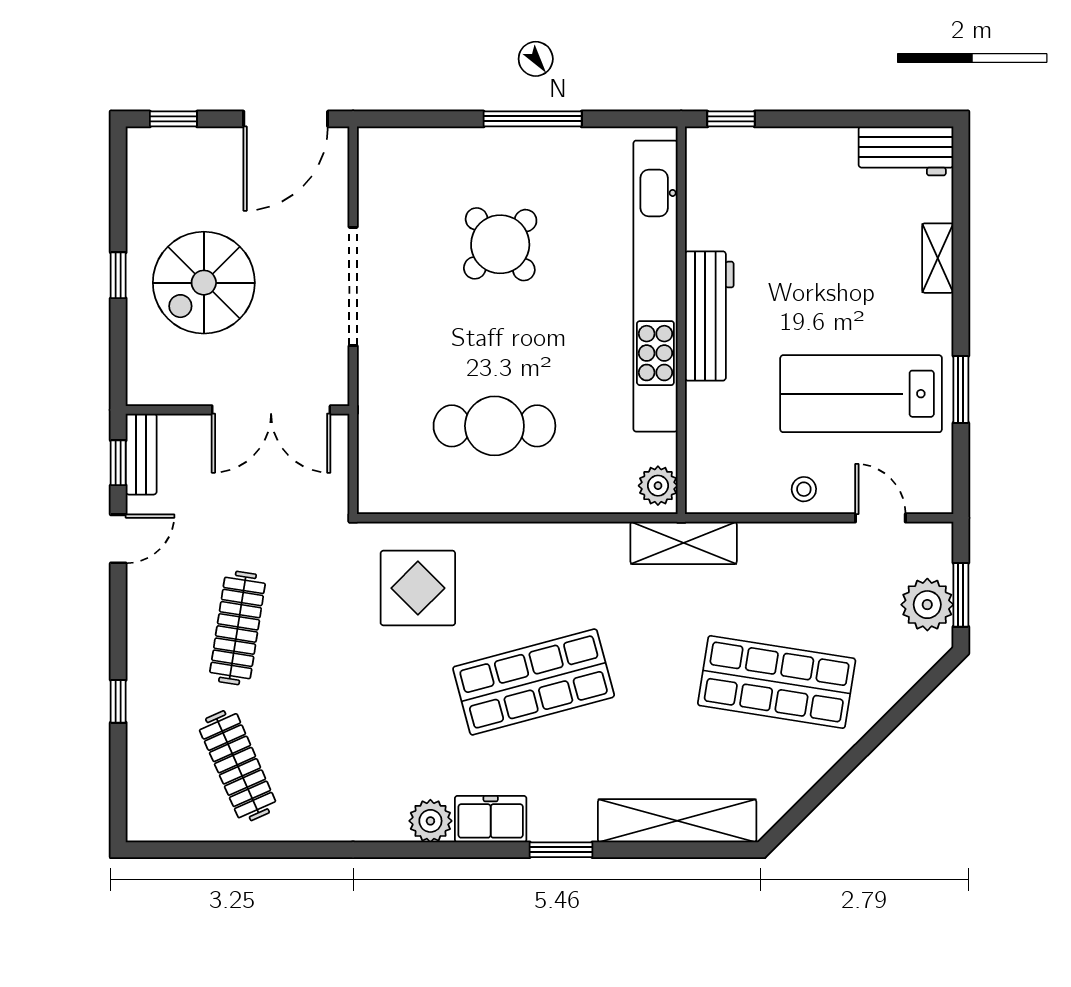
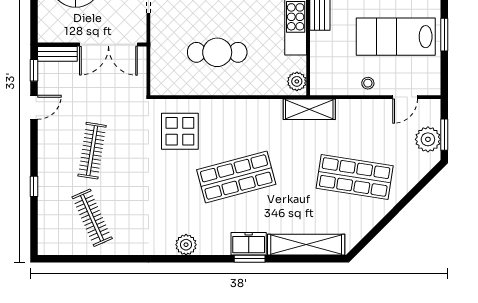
bench: (141, 454) -> (57, 54), moved, turned 90
door: (880, 518) -> (405, 97), swing flipped
freezer: (491, 819) -> (249, 244), moved

